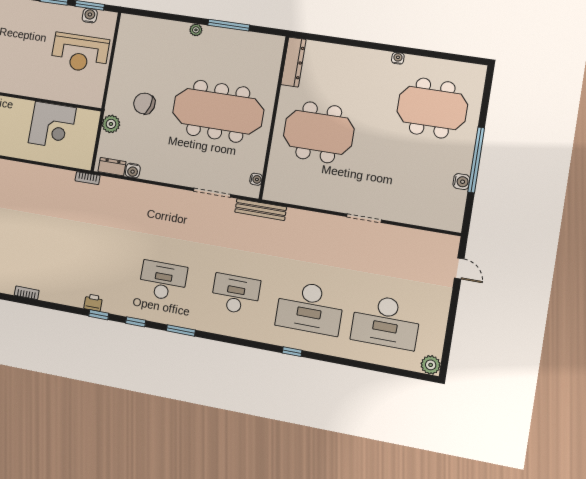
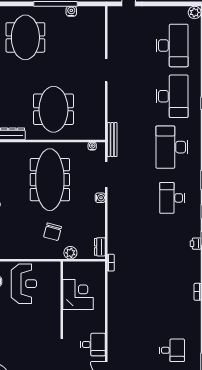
water cooler: (133, 171) -> (100, 198), moved
desk: (236, 294) -> (172, 147), width x1.36, depth x1.30

